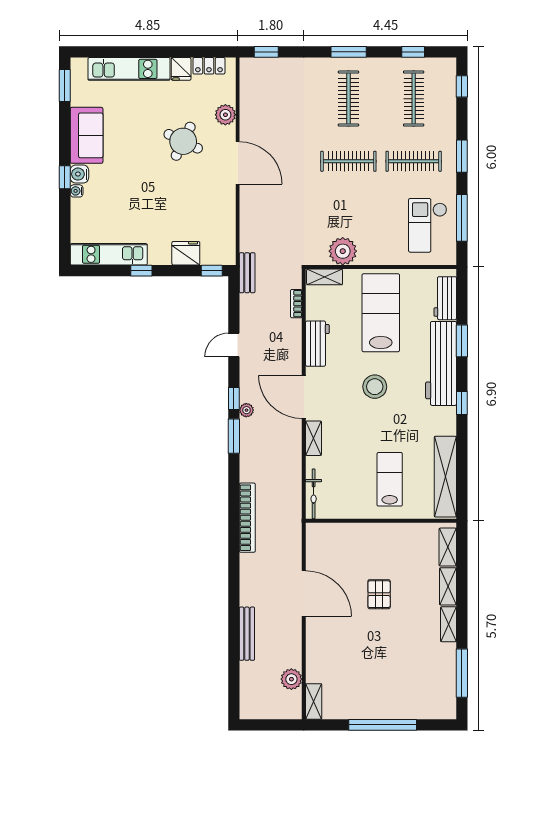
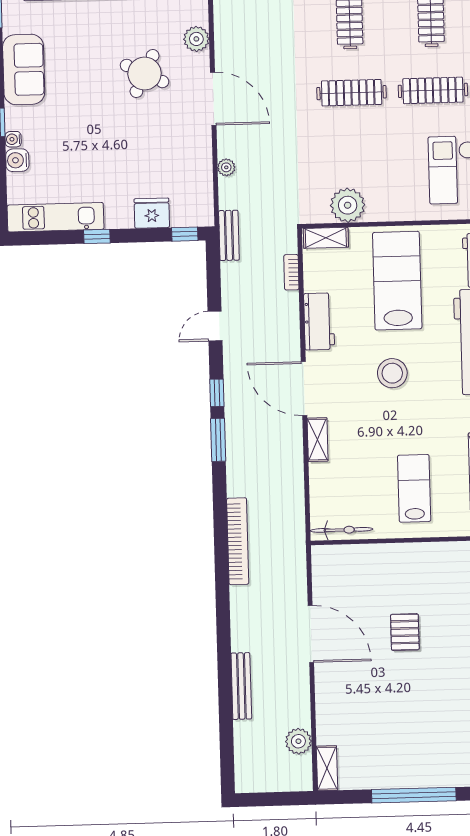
water cooler: (79, 174) -> (17, 160), moved
plant: (246, 410) -> (226, 167), moved
bicycle: (314, 494) -> (342, 530), moved, turned -90

